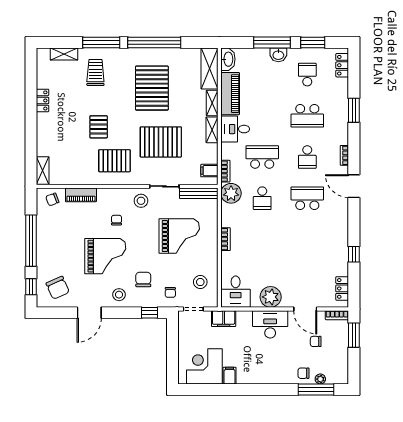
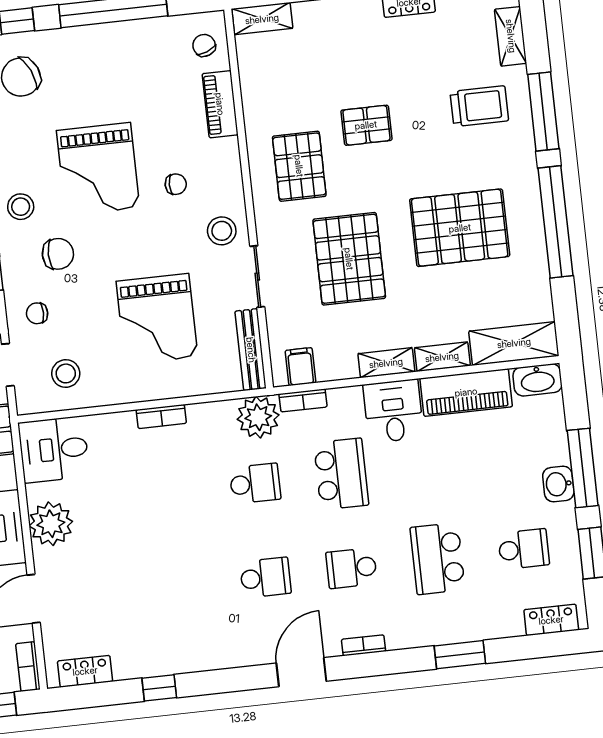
school desk: (262, 198) -> (255, 483), turned 180
school desk: (307, 198) -> (265, 578), width x0.54

